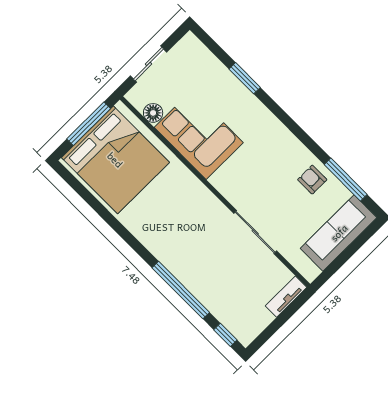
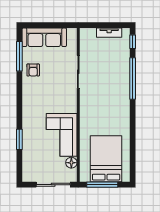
sliding door: (149, 64) -> (53, 185), width x1.37
bed: (115, 160) -> (106, 159), width x0.73
tv unit: (286, 297) -> (109, 33), moved

